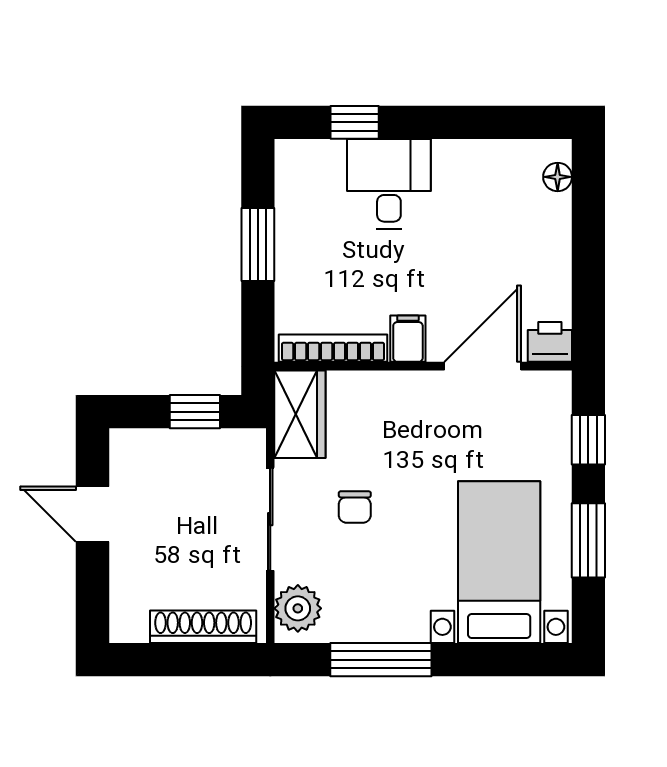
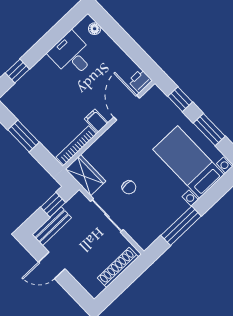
desk: (389, 184) -> (72, 55), moved
bench: (158, 446) -> (52, 226), added
plant: (298, 608) -> (141, 234), removed

